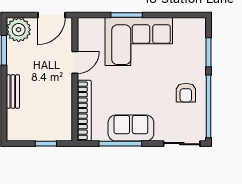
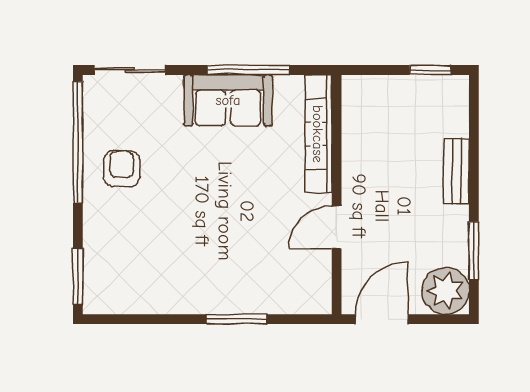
corner sofa: (139, 42) -> (213, 268), removed
window: (208, 52) -> (78, 277), moved
window: (46, 144) -> (430, 70), moved

